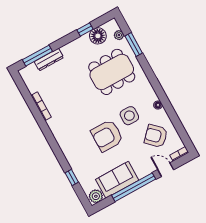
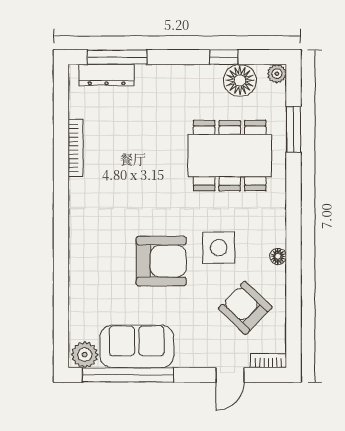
plant: (119, 35) -> (277, 74), moved
dresser: (49, 60) -> (107, 75), moved
armchair: (107, 136) -> (161, 261), turned 180
door: (166, 170) -> (230, 375), swing flipped
window: (72, 177) -> (61, 300), removed
window: (134, 187) -> (128, 375), moved

